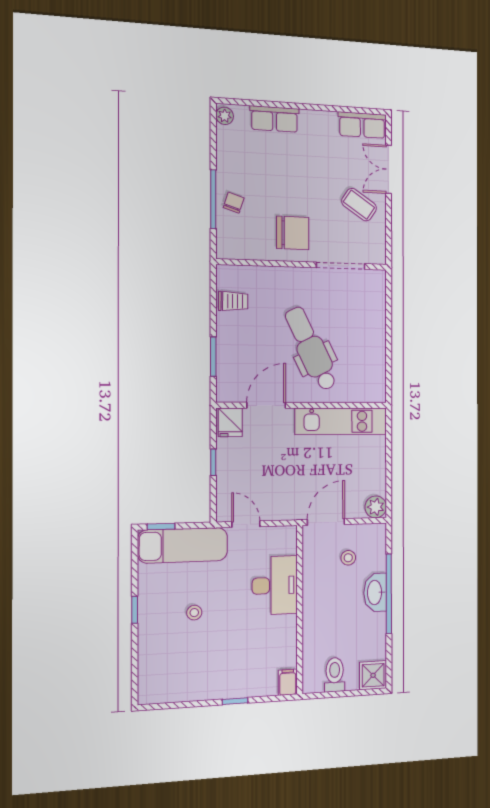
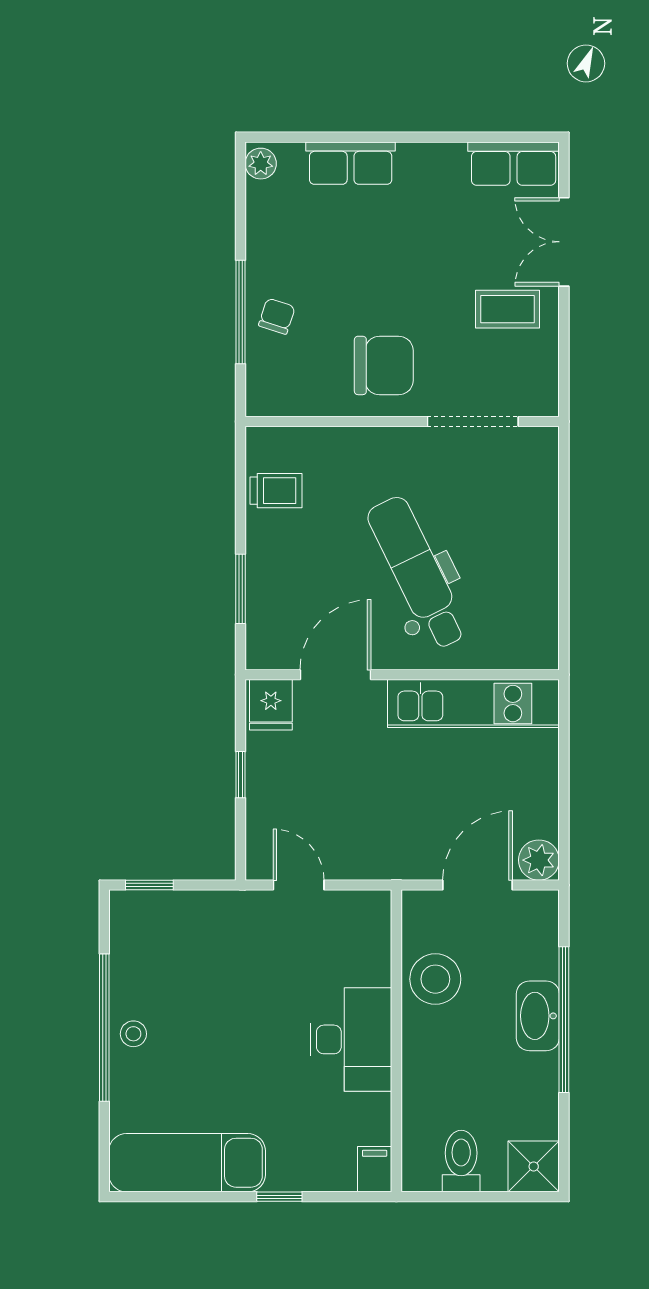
coffee table: (359, 205) -> (507, 309), turned -34
door: (326, 522) -> (478, 885), moved
exam couch: (183, 545) -> (187, 1163), moved, turned 180
stool: (348, 558) -> (435, 979), moved, width x1.89, depth x1.89
desk: (275, 585) -> (351, 1039), moved
window: (135, 610) -> (104, 1028), width x3.17
stool: (194, 613) -> (133, 1034), moved

